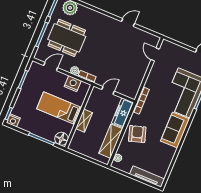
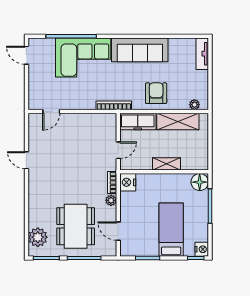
nightstand: (73, 84) -> (128, 182), moved
door: (108, 90) -> (118, 150), swing flipped
bed: (59, 108) -> (171, 230), moved, turned 180
sofa: (175, 130) -> (140, 50), width x1.36
armchair: (137, 134) -> (156, 93), turned 107
tv unit: (147, 177) -> (202, 54), width x0.71

